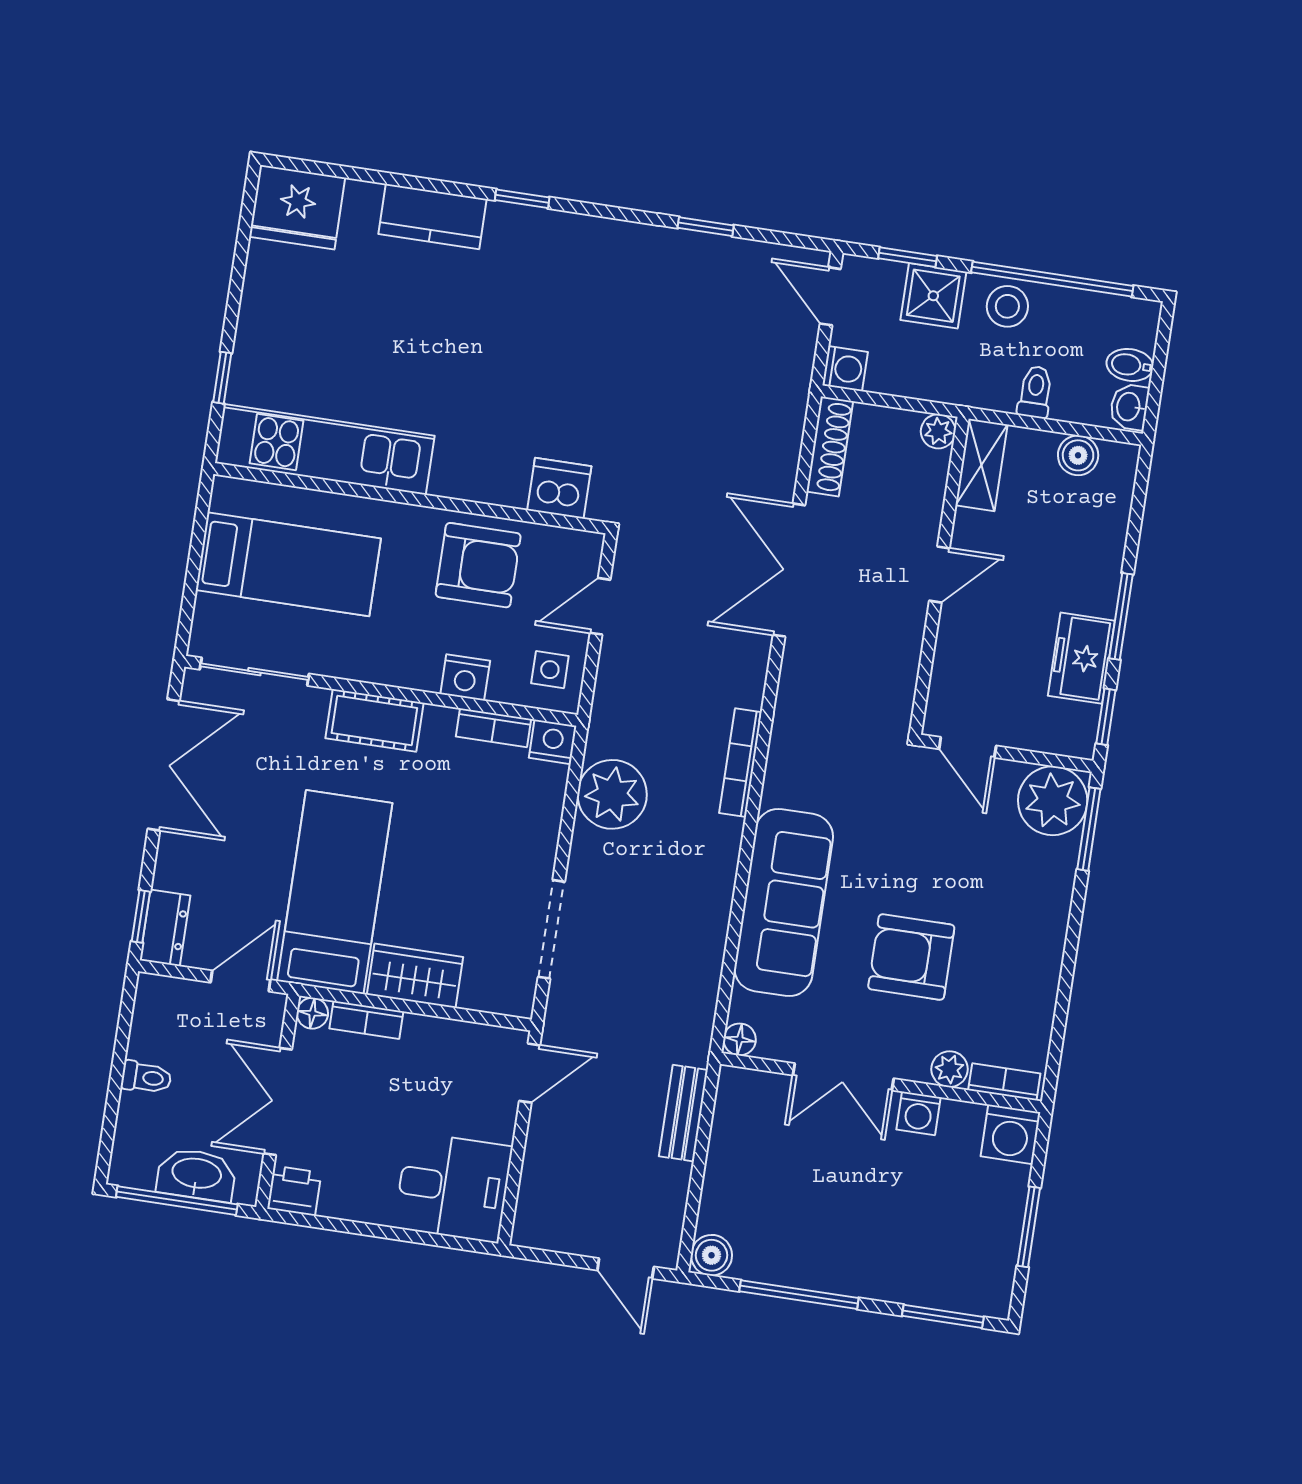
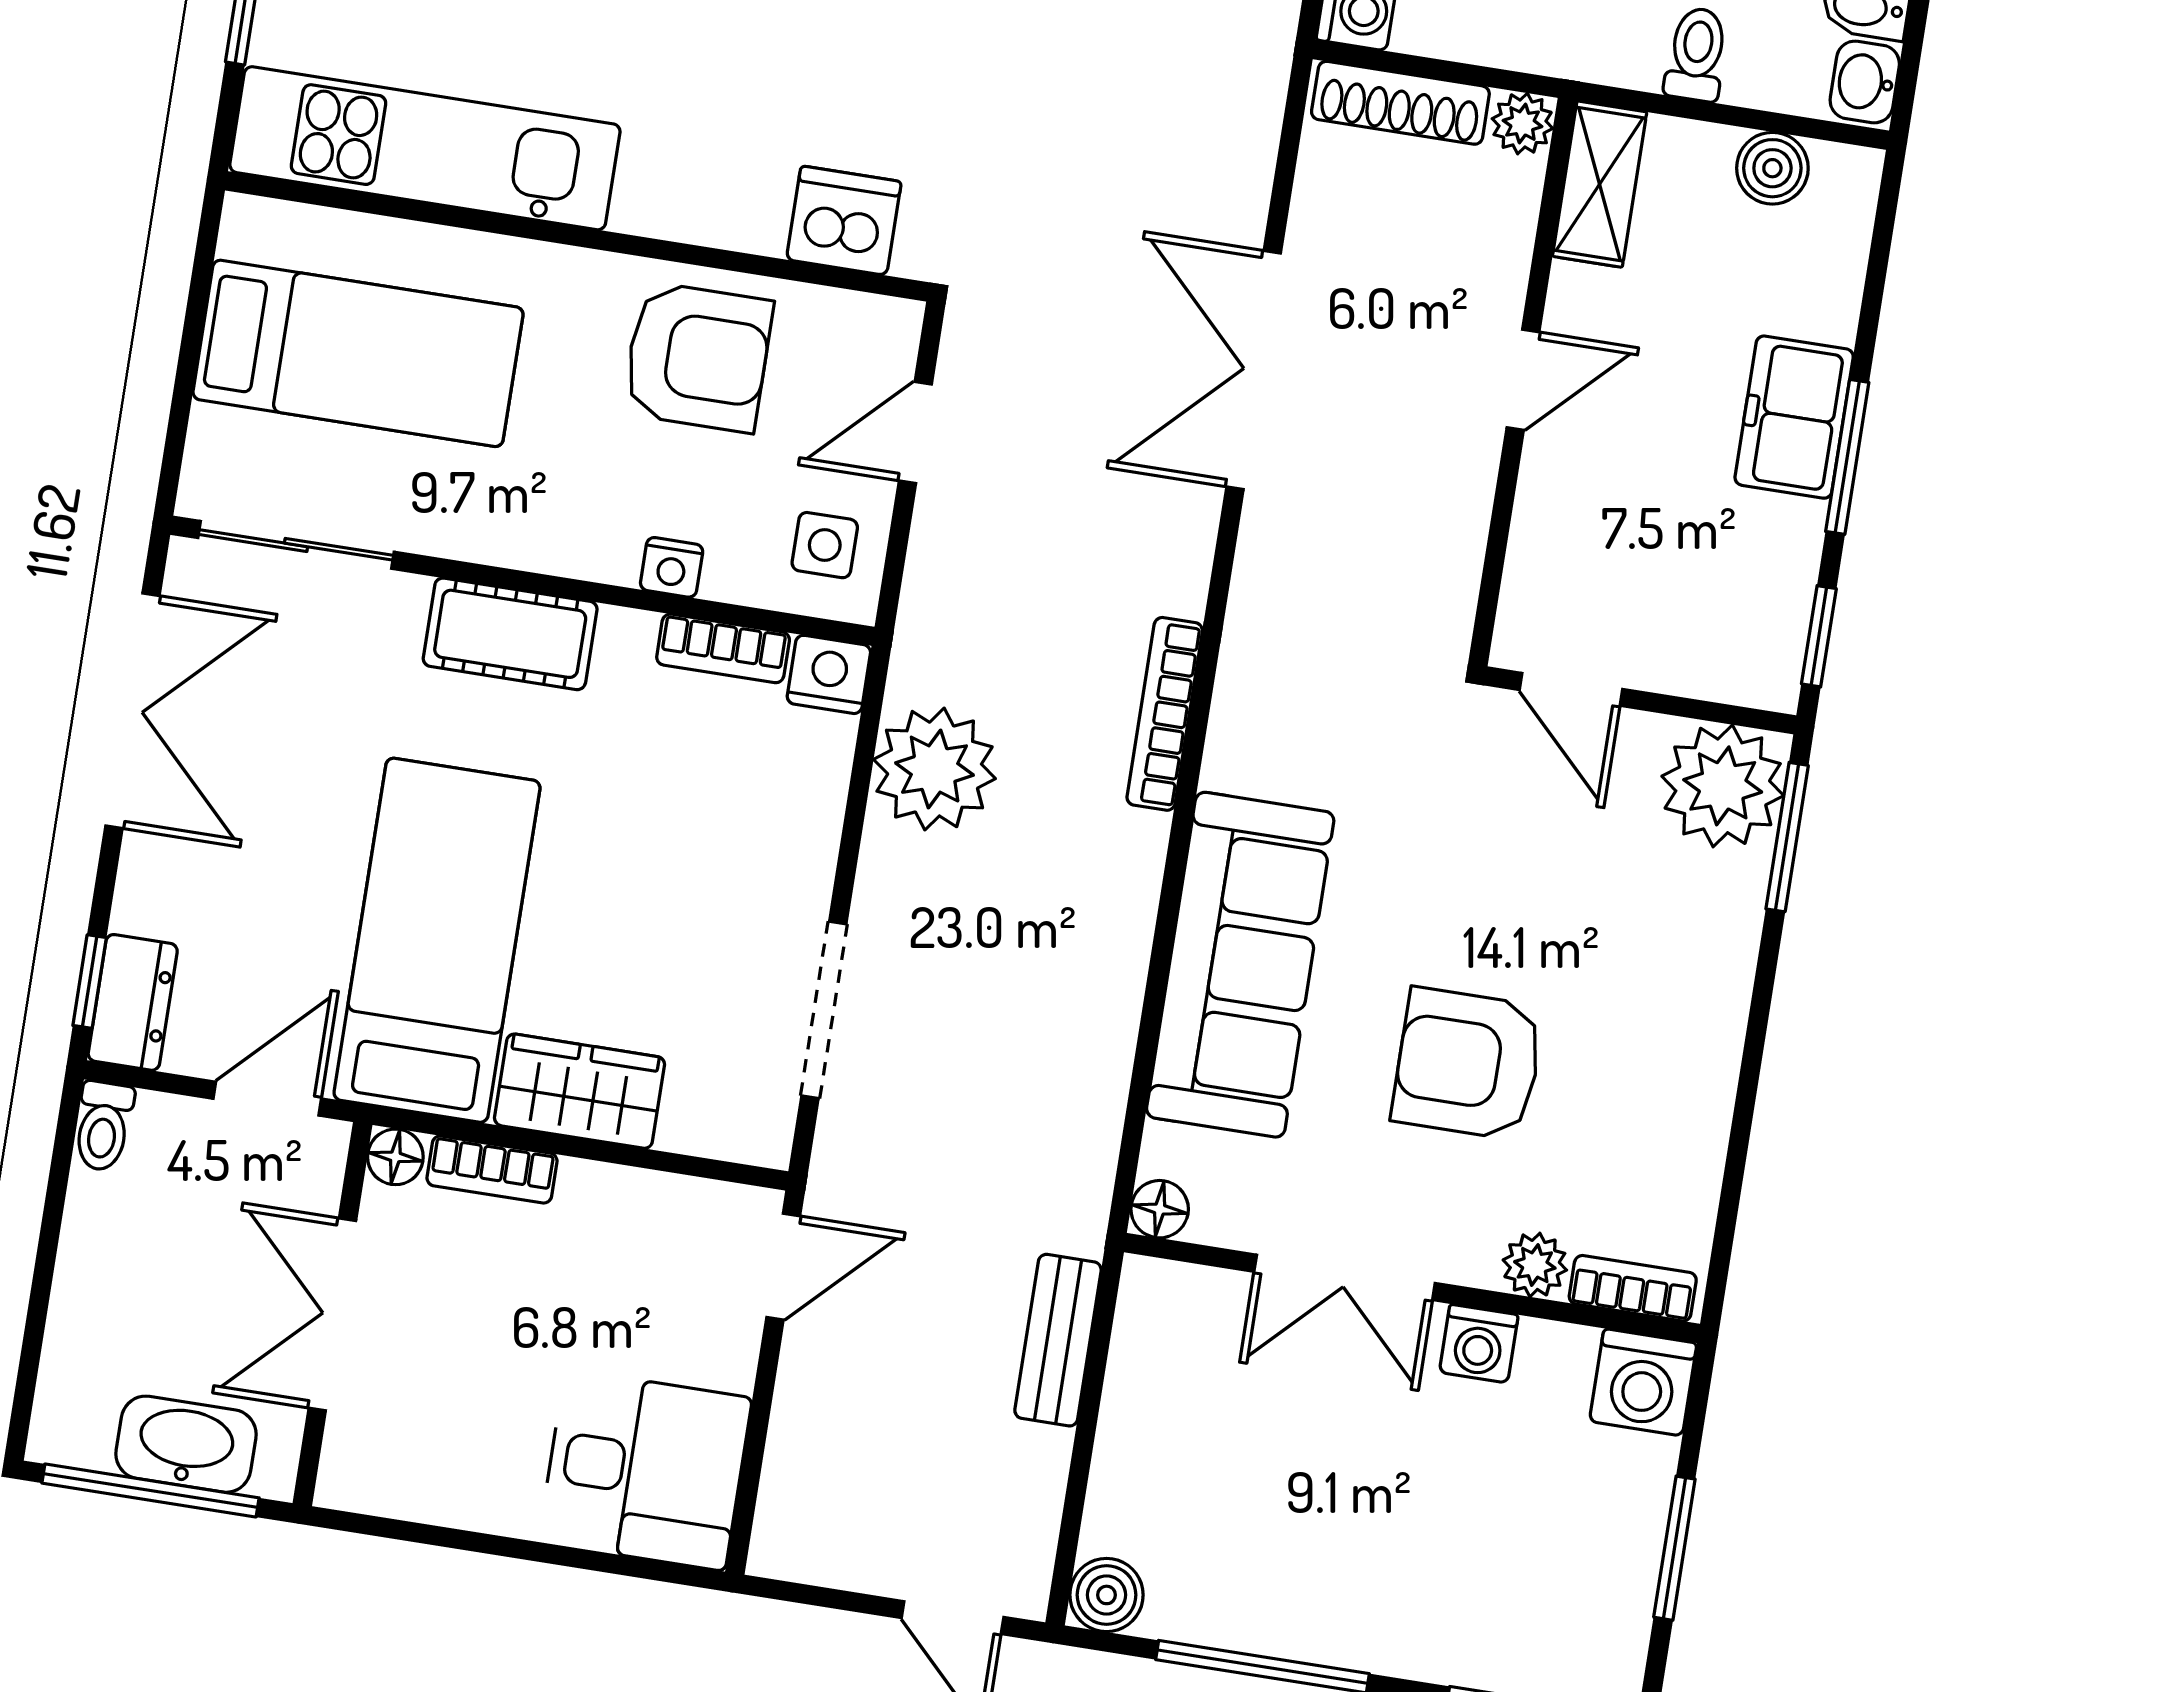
shoe rack: (830, 446) -> (1400, 103), moved, turned 90
freezer: (1081, 658) -> (1794, 417), moved
nightstand: (465, 677) -> (672, 567), width x0.72, depth x0.74
toilet: (146, 1077) -> (103, 1126), moved, turned 90
printer: (294, 1191) -> (361, 1474), removed

